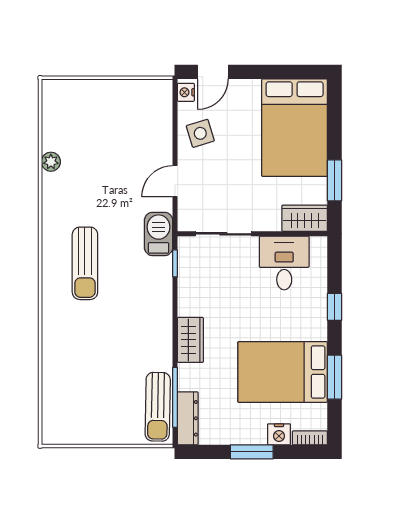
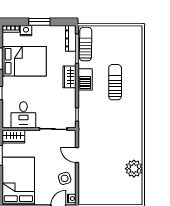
plant: (51, 162) -> (134, 169), width x1.88, depth x1.88
door: (175, 181) -> (77, 155), swing flipped
barbecue: (159, 234) -> (85, 79), moved
sun lounger: (85, 263) -> (115, 82), moved

